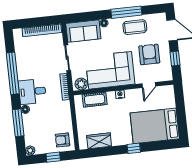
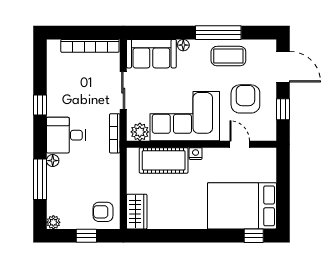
window: (13, 73) -> (40, 105), width x0.32
door: (149, 85) -> (240, 144), swing flipped
cot: (95, 100) -> (164, 160), width x1.37, depth x1.34
wardrobe: (99, 141) -> (137, 212), moved, turned 90
window: (134, 148) -> (254, 236), moved

